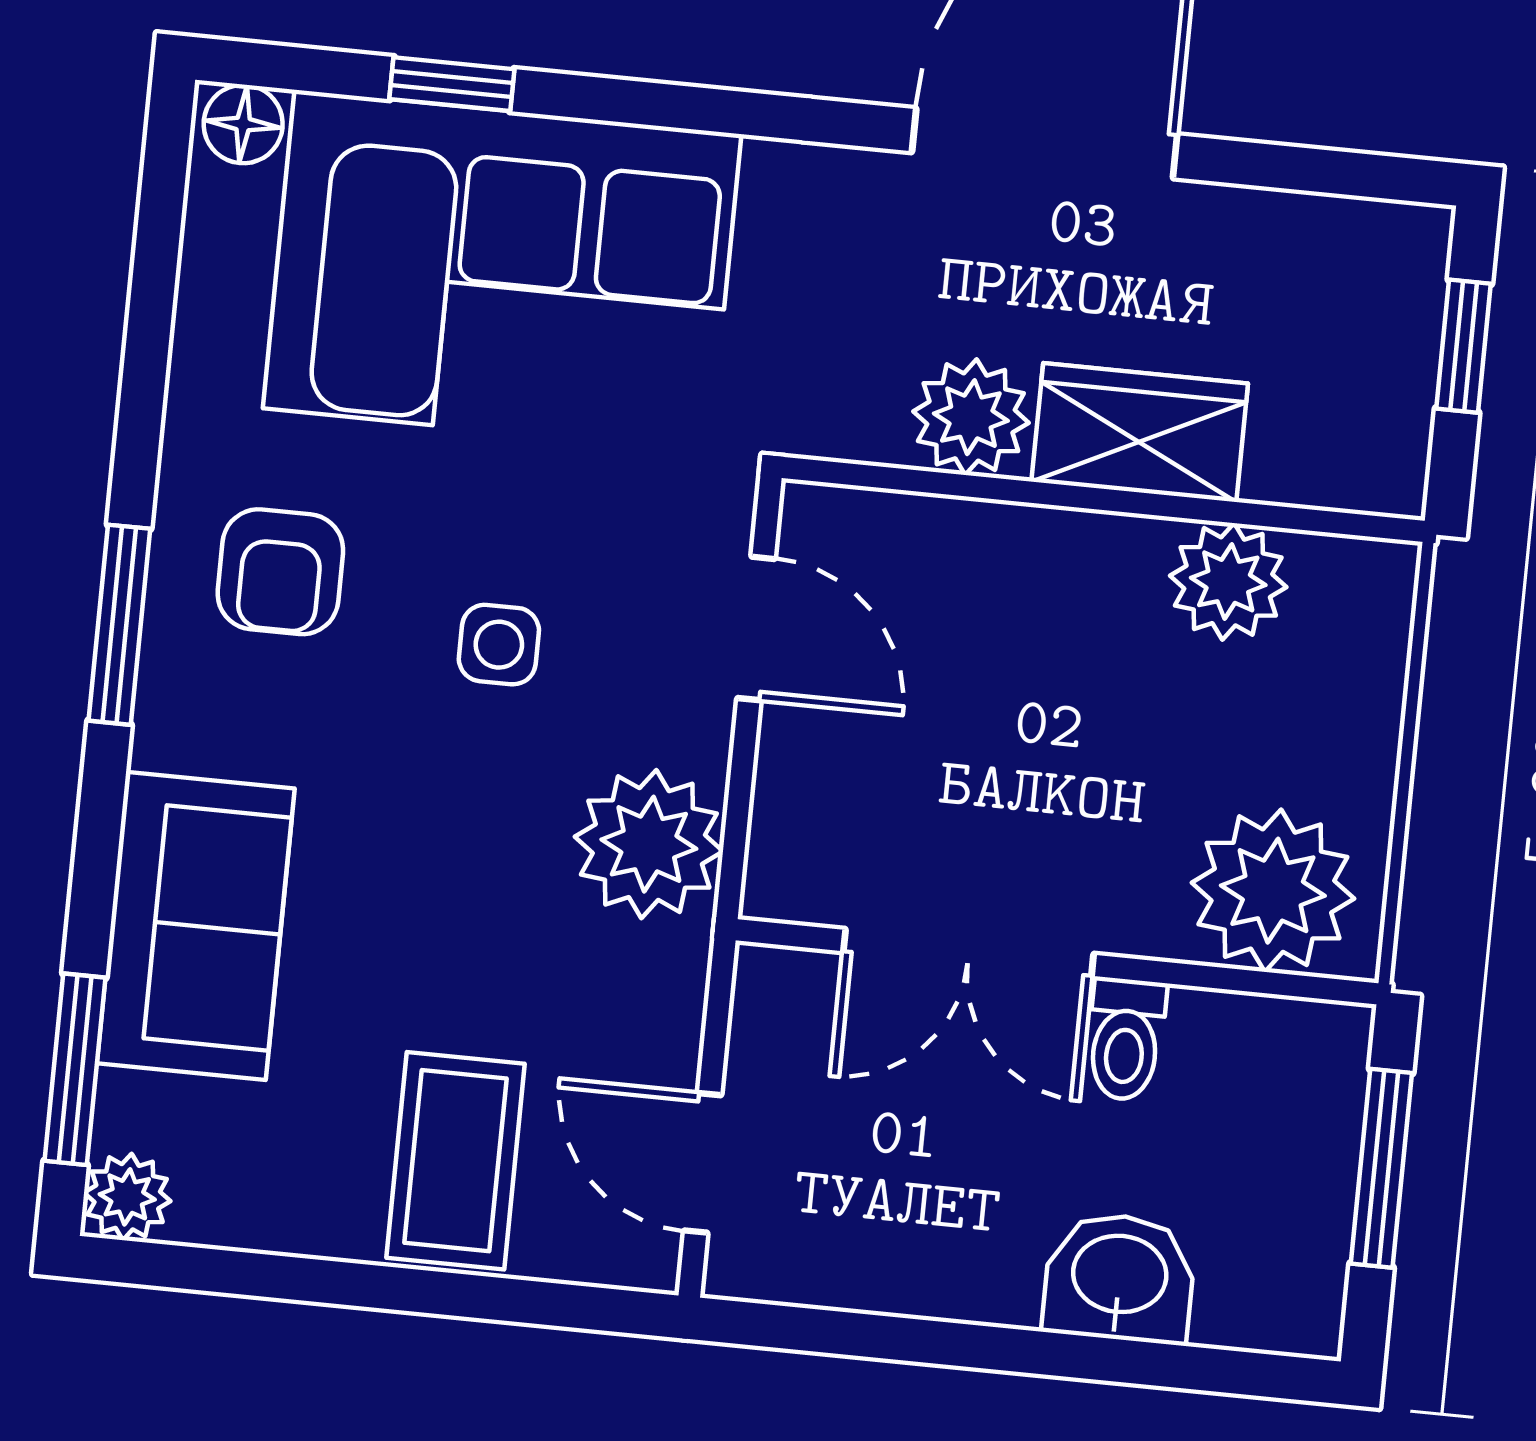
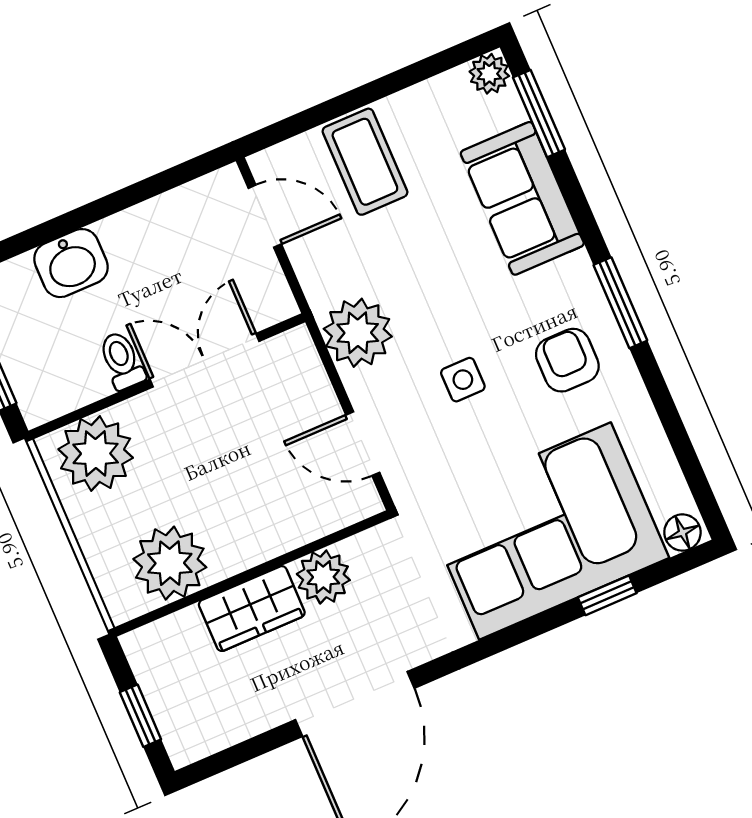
plant: (1228, 581) -> (170, 563), width x1.36, depth x1.36

